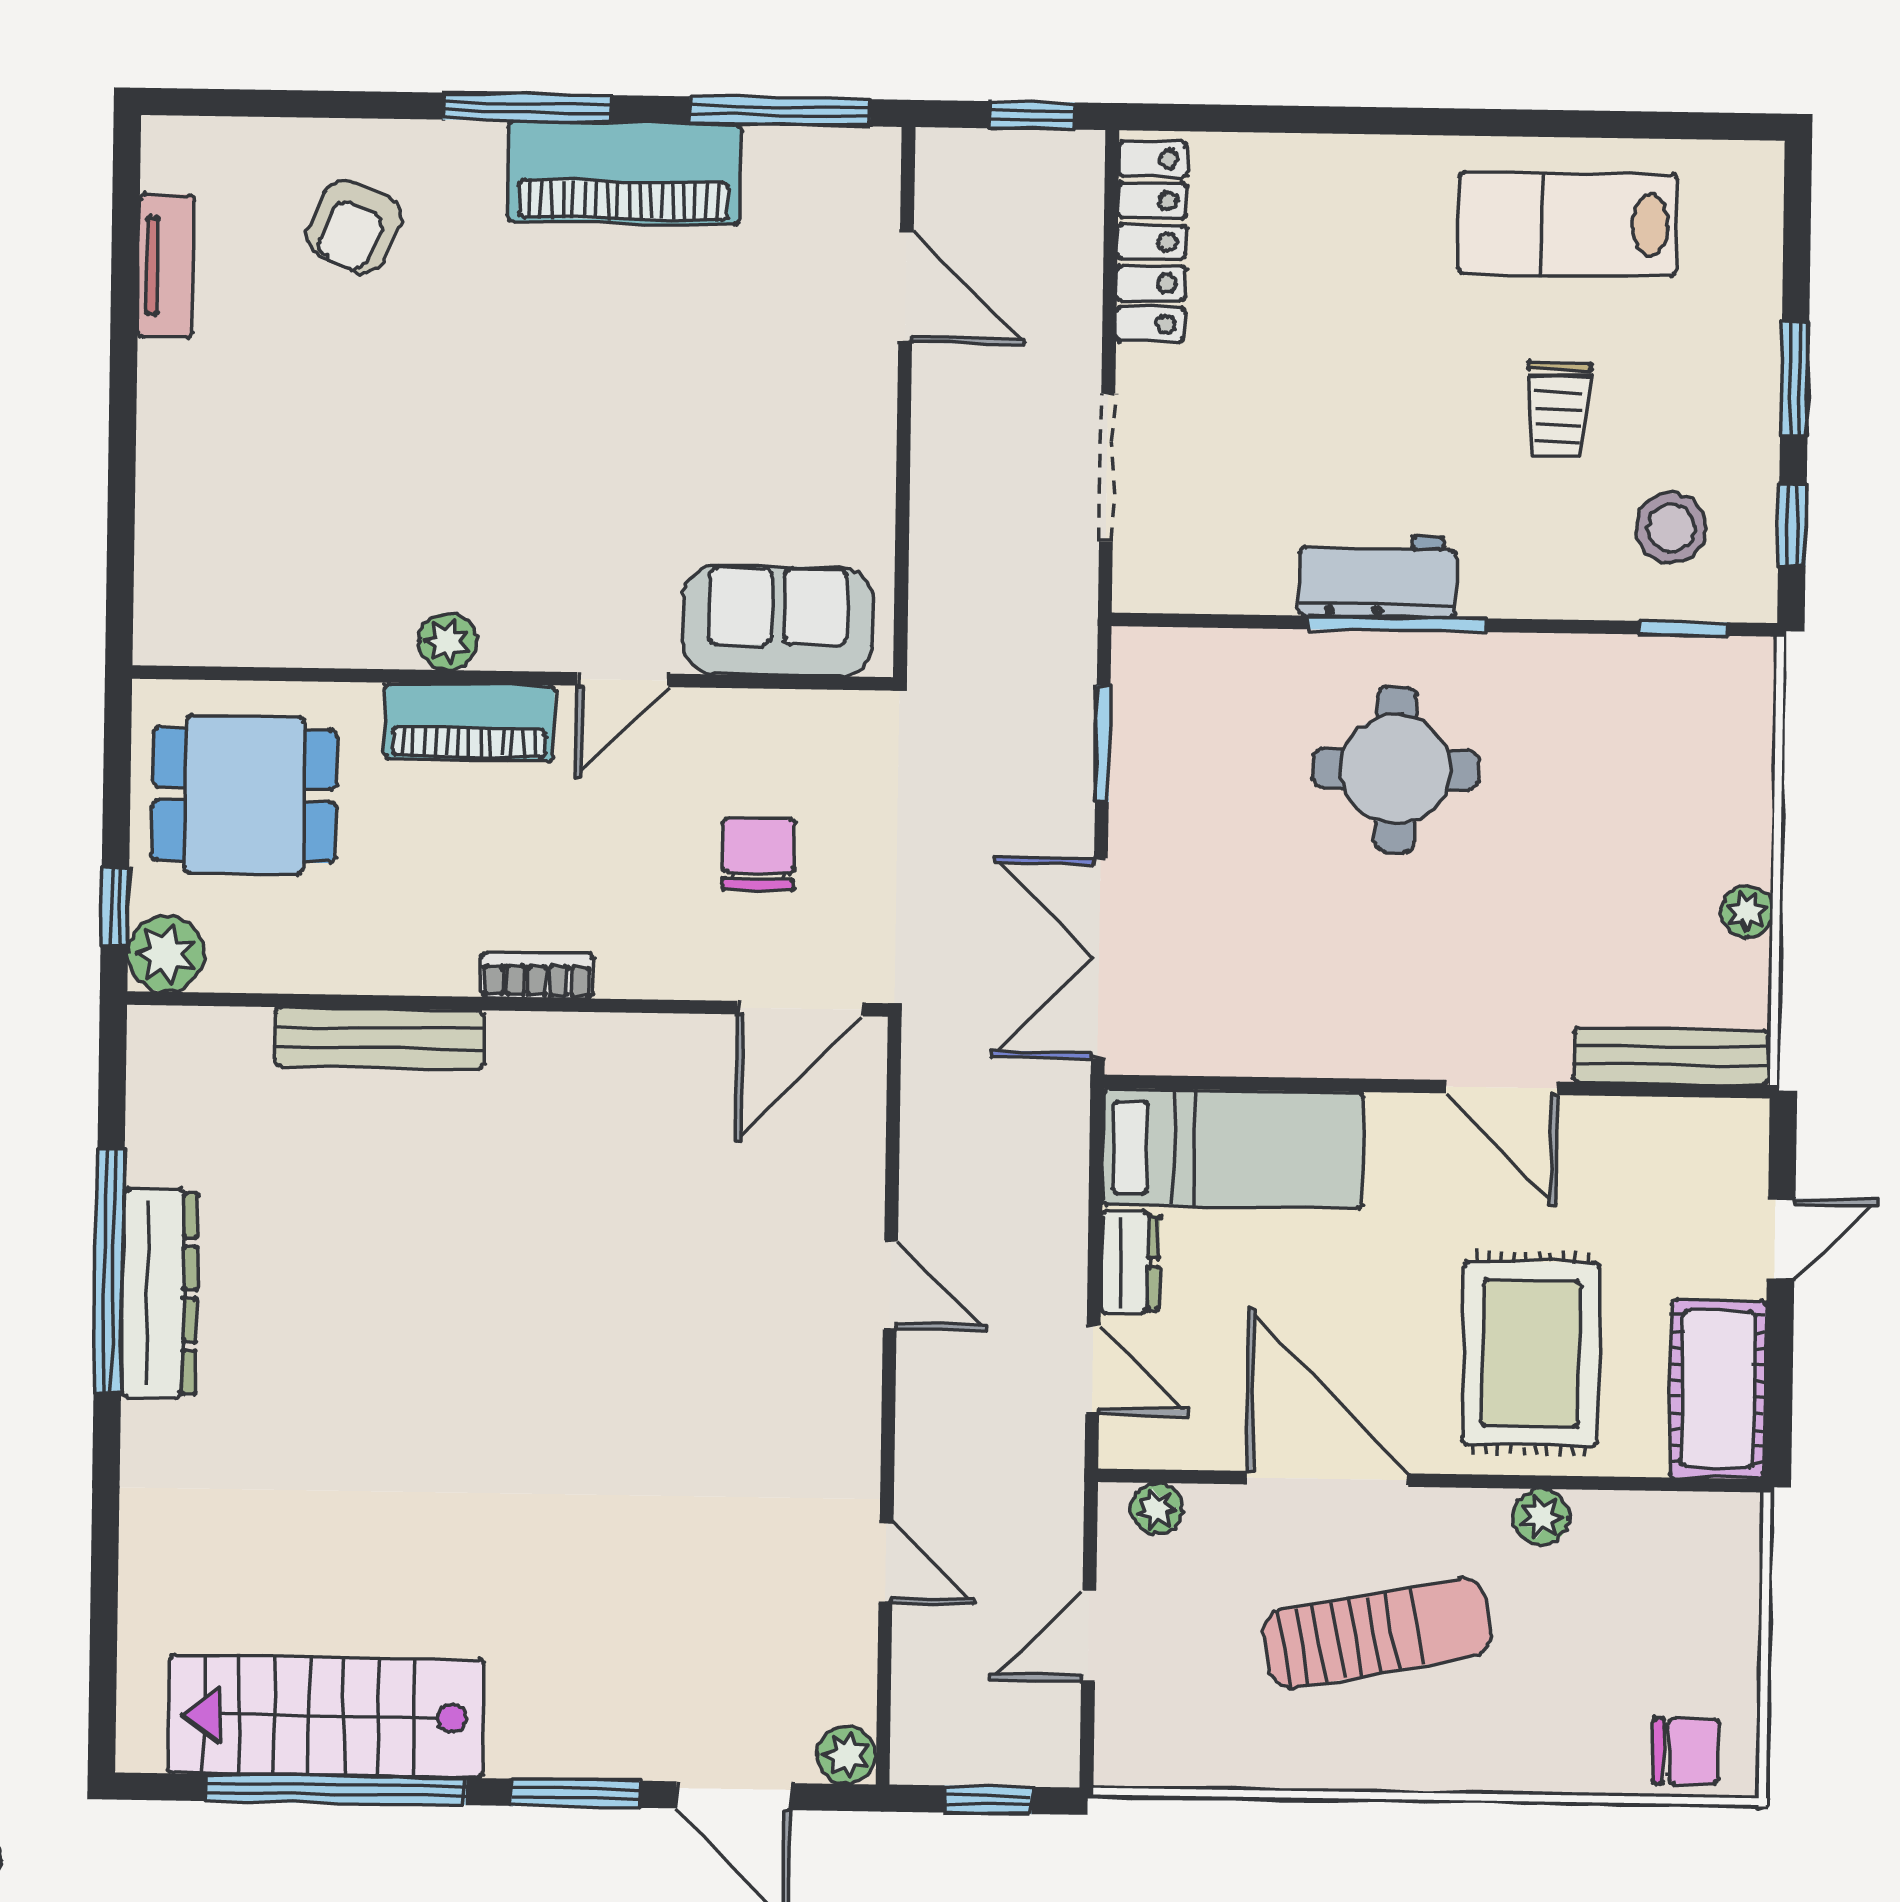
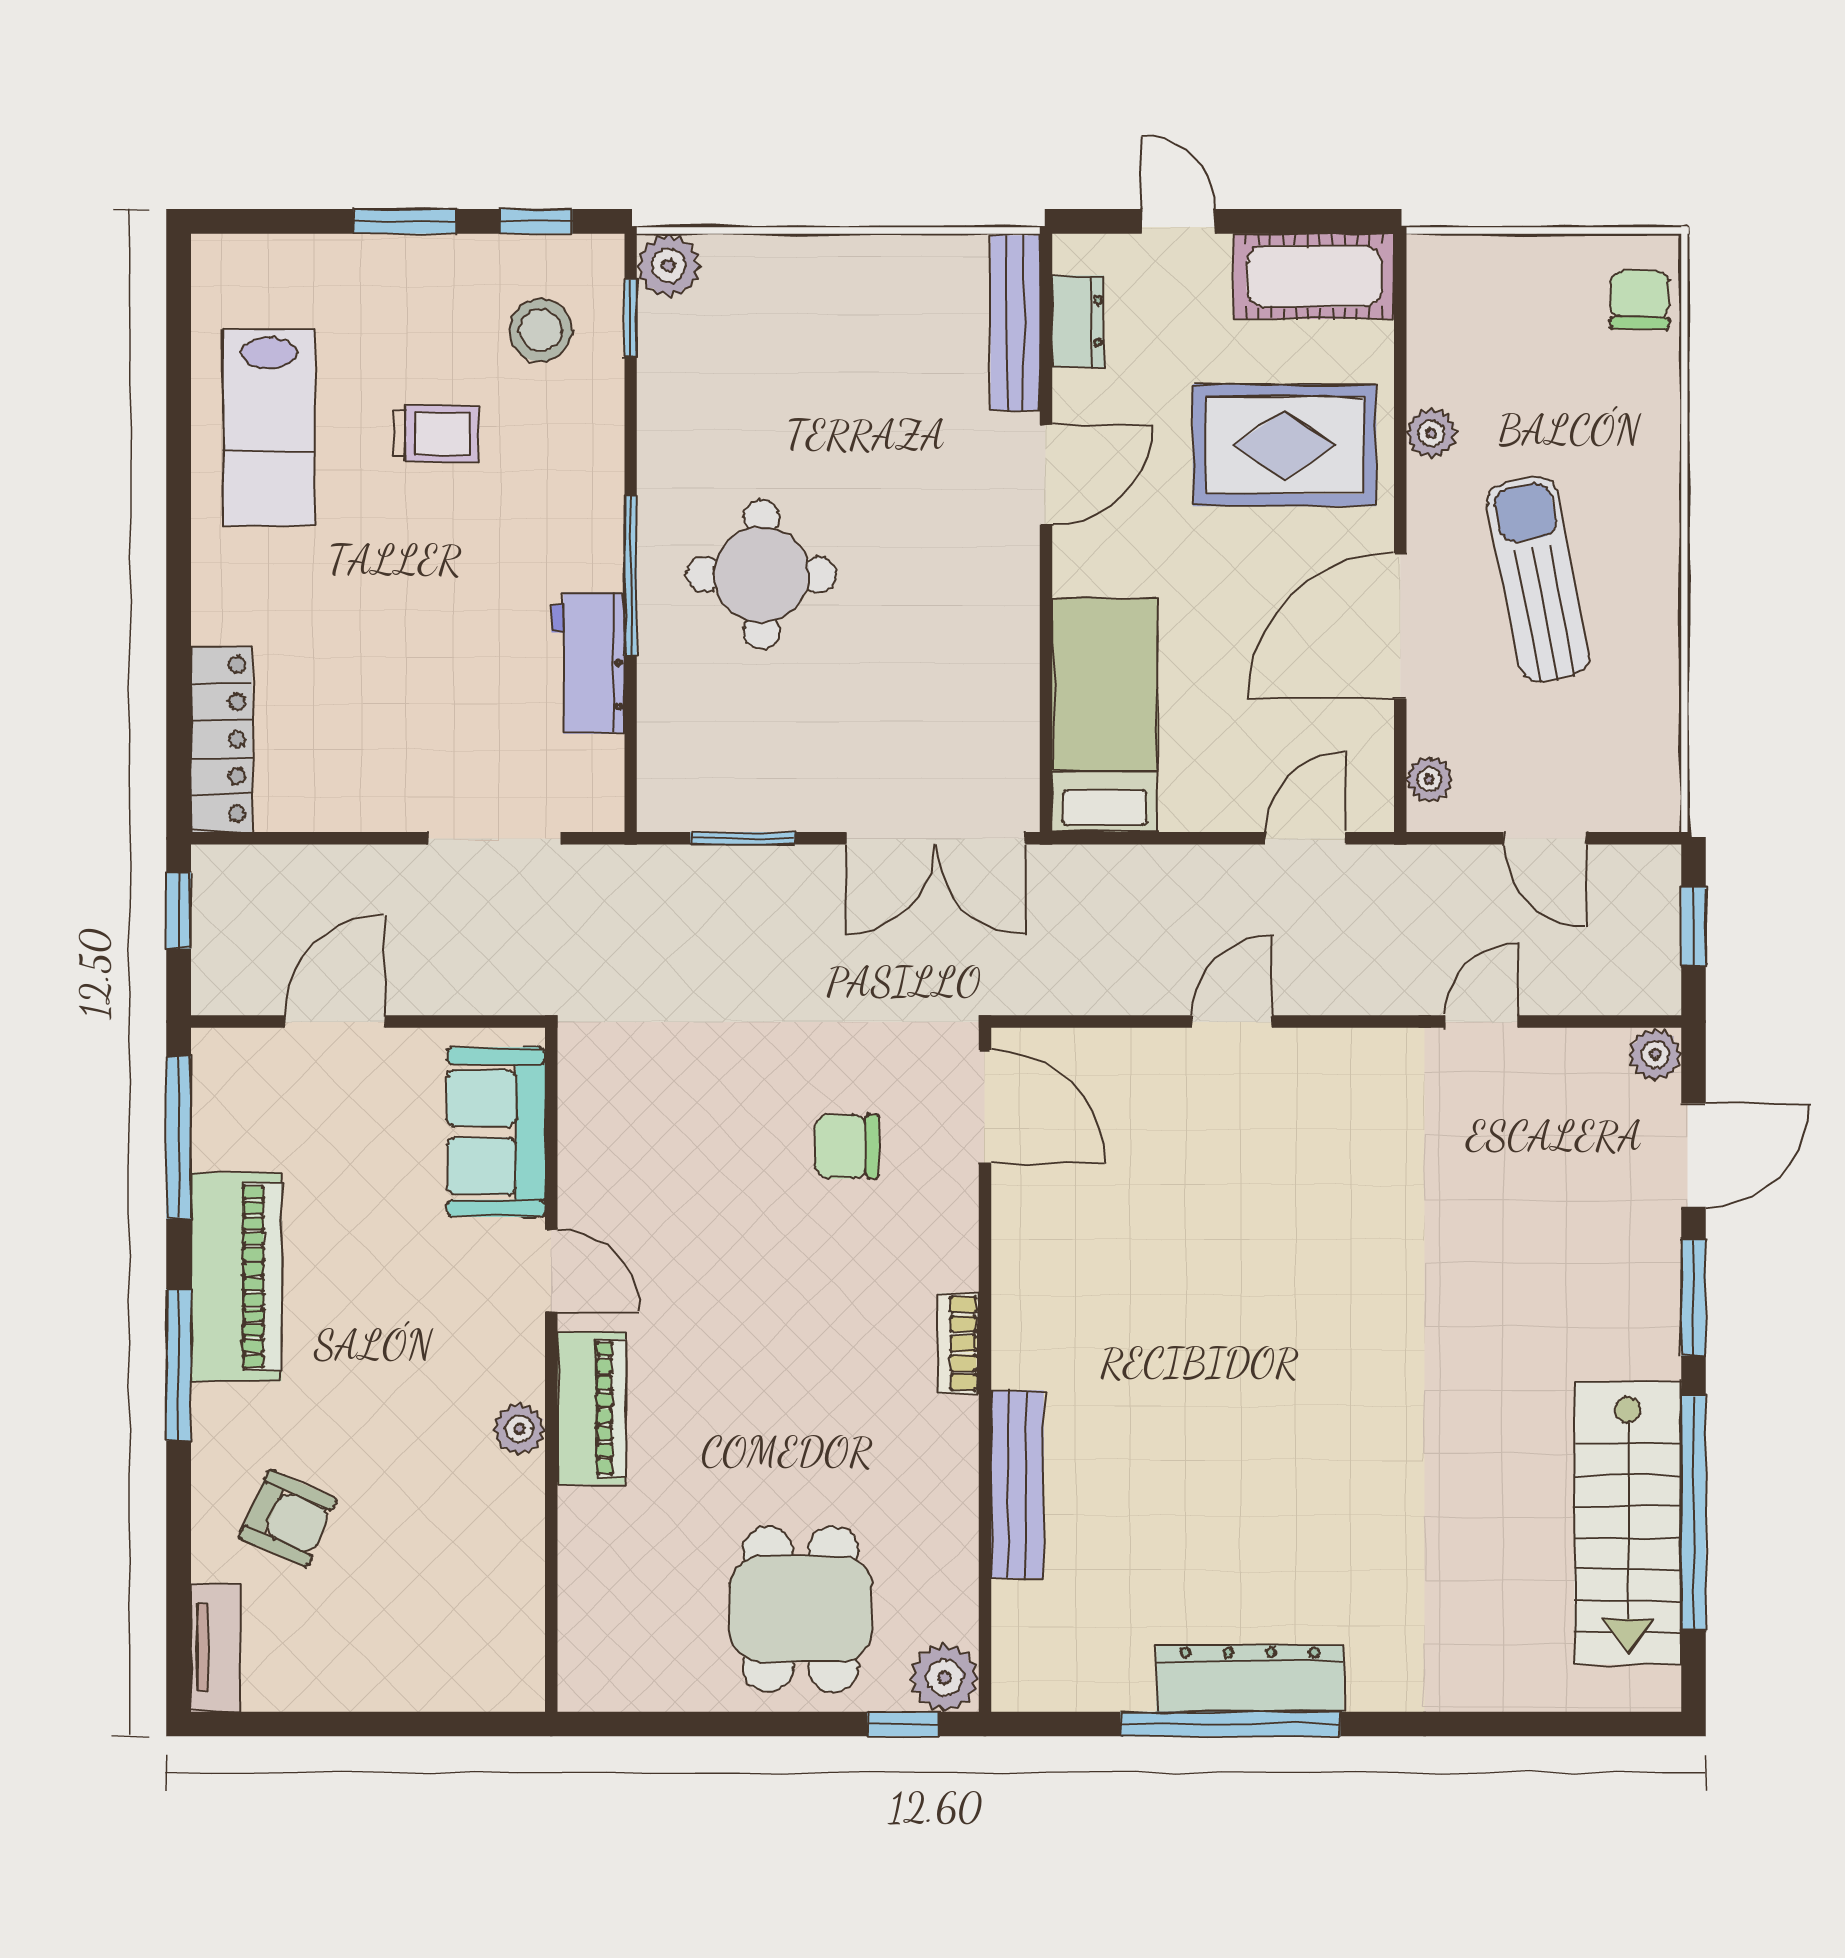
locker: (1152, 242) -> (222, 739), moved, turned 90
tv unit: (166, 266) -> (215, 1648), moved, turned 90
workbench: (1378, 576) -> (588, 663), moved
sofa: (778, 621) -> (496, 1132), moved
plant: (447, 641) -> (519, 1429), moved
wall: (513, 678) -> (551, 1370), moved
door: (623, 680) -> (551, 1271), moved
piano: (469, 722) -> (591, 1408), moved
plant: (1747, 911) -> (669, 266), moved, width x1.38, depth x1.38
dresser: (1130, 1262) -> (1078, 321), moved, turned 90

